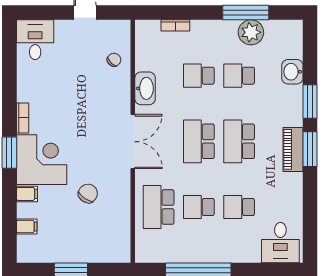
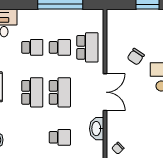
school desk: (239, 76) -> (32, 137), removed
double door: (133, 142) -> (105, 92), swing flipped

